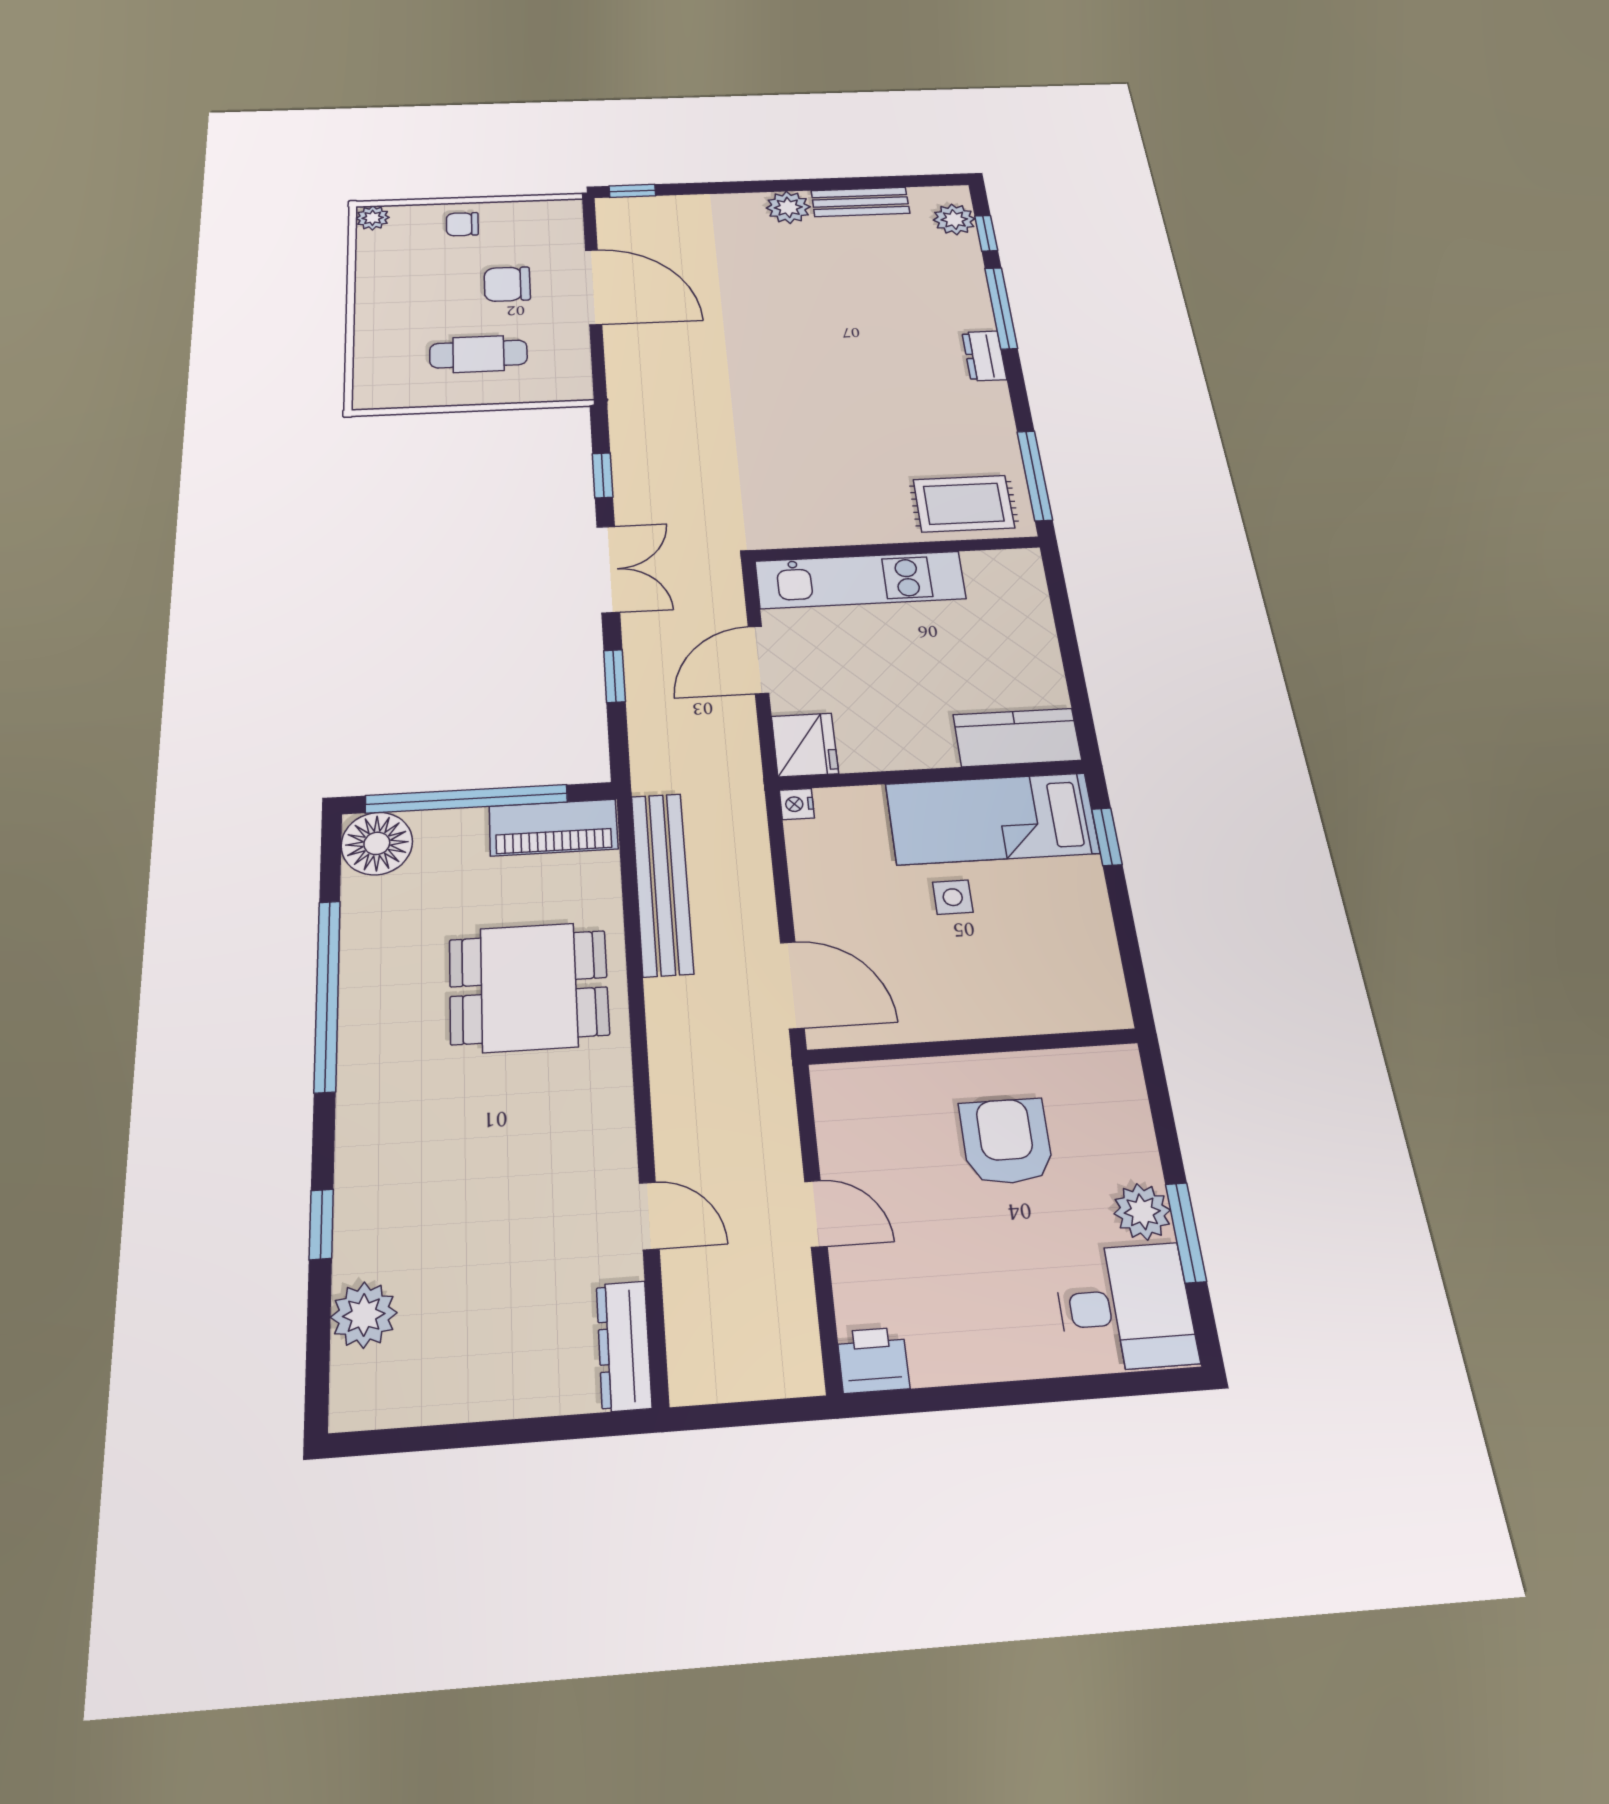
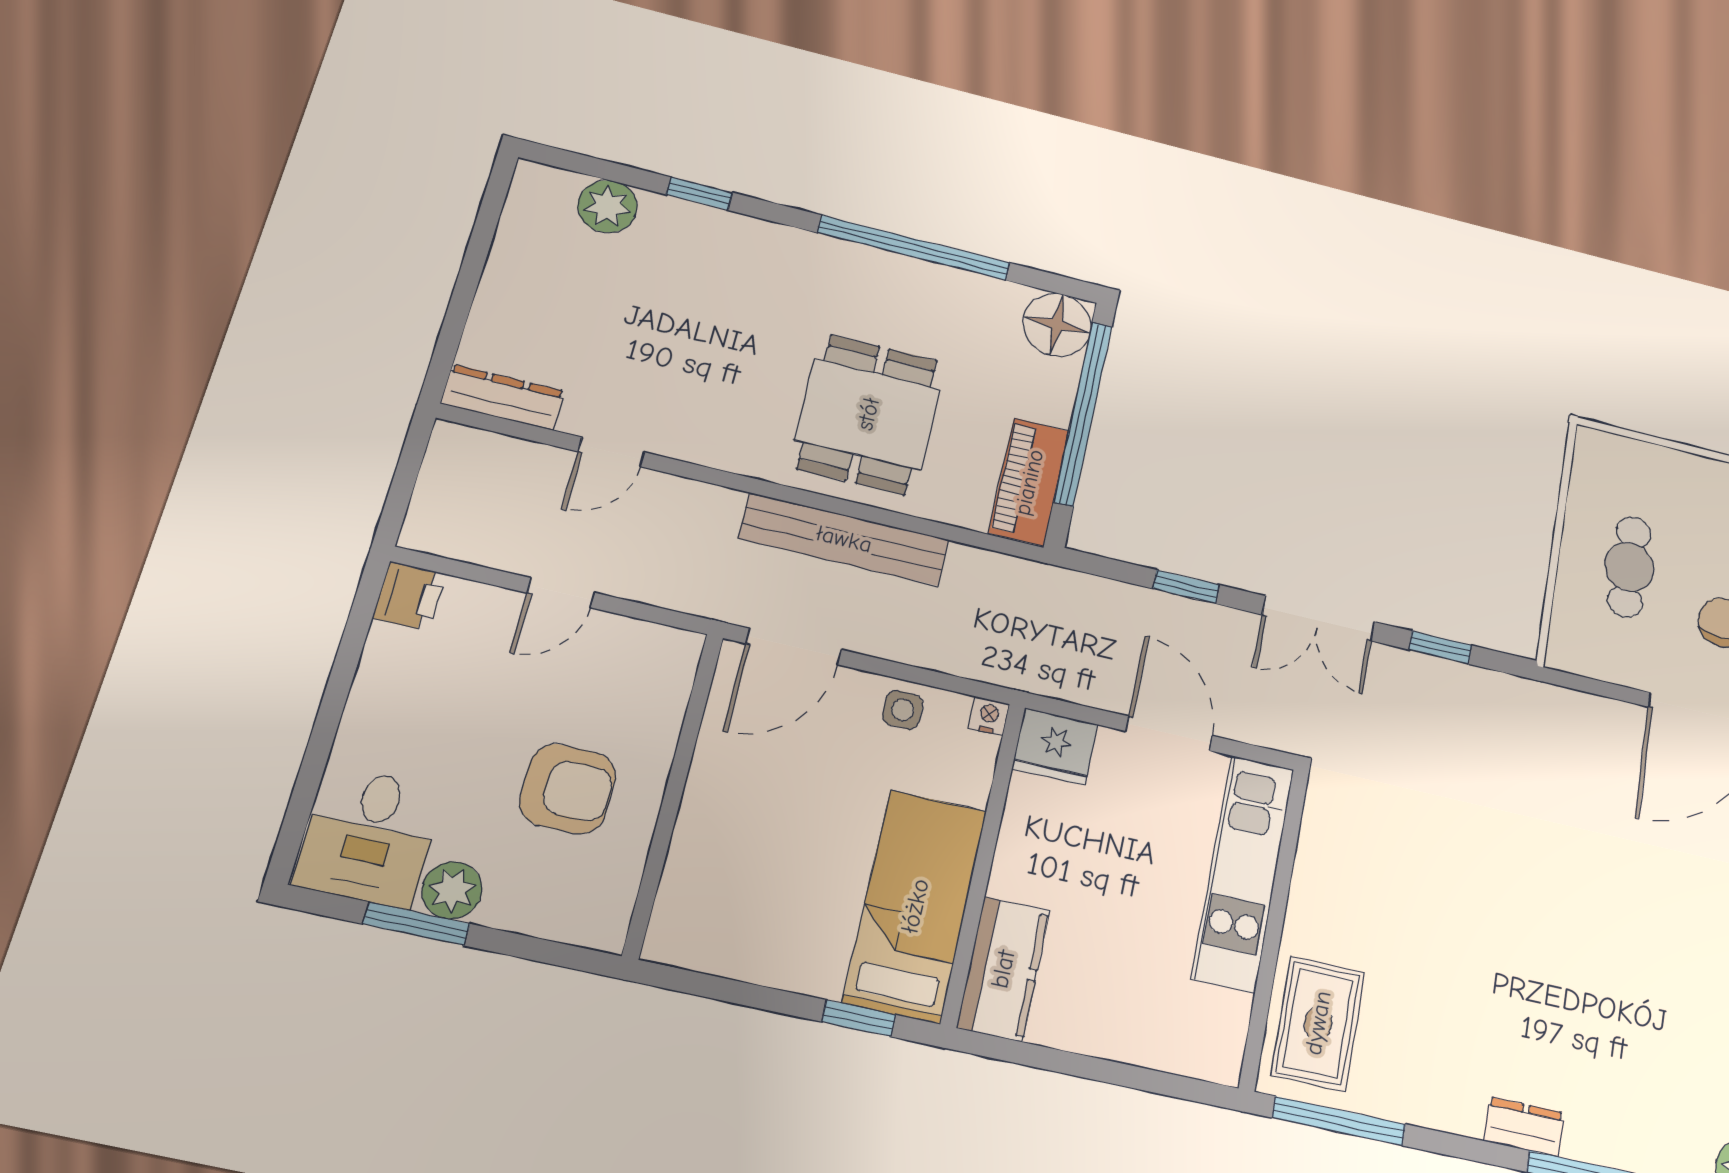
bench: (662, 883) -> (844, 539), moved
side table: (953, 897) -> (903, 710), moved

